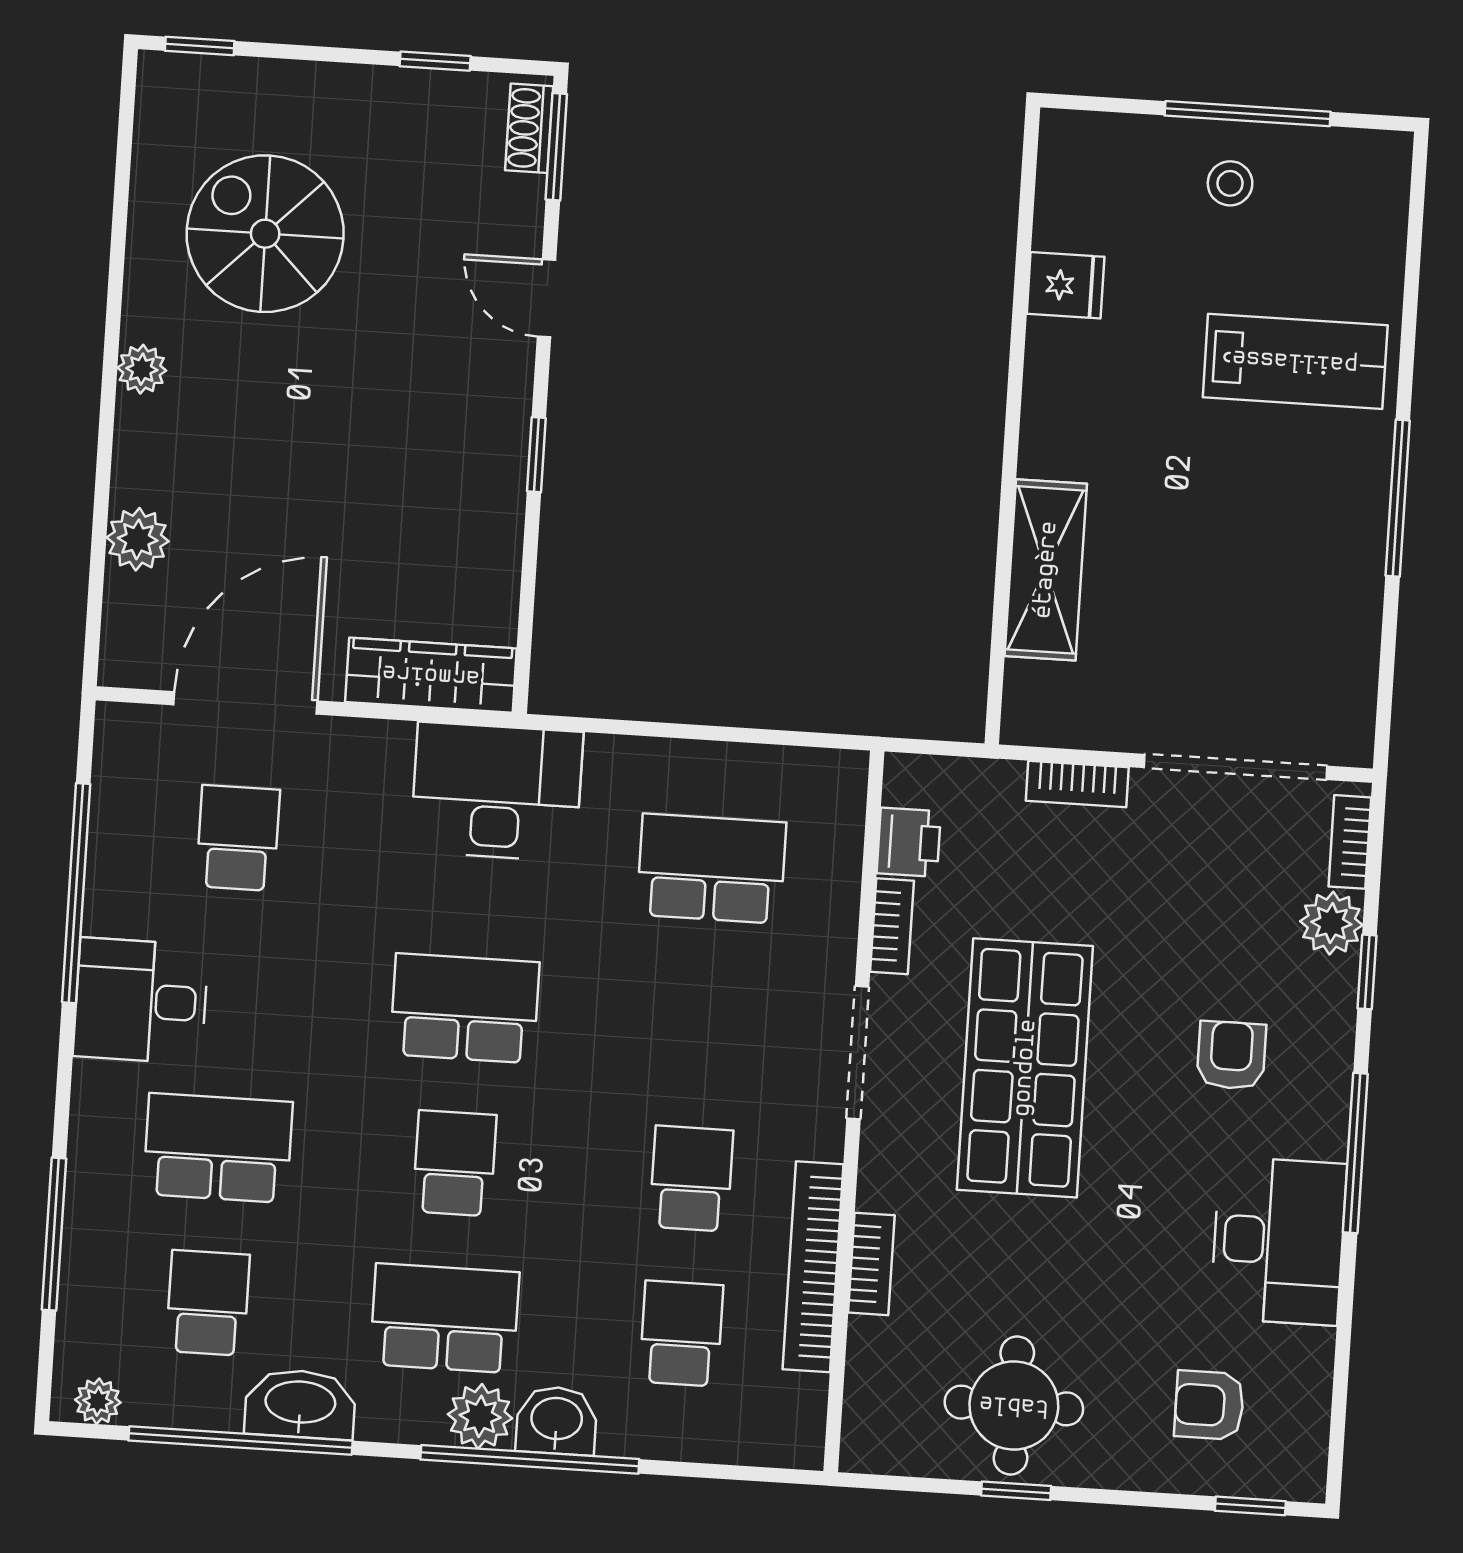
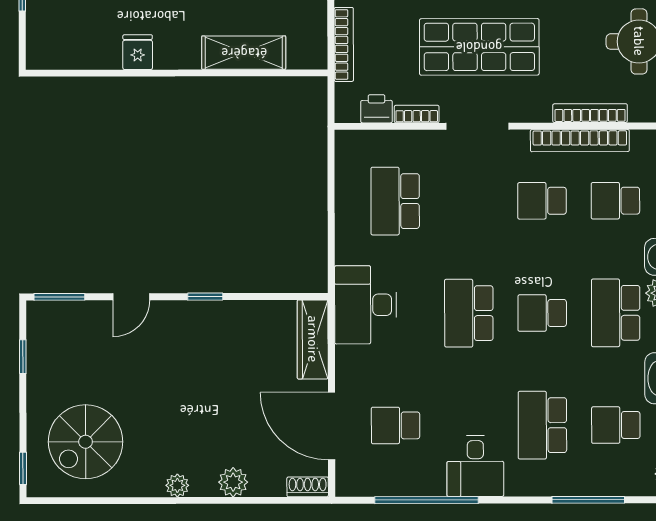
shoe rack: (529, 128) -> (308, 487), moved, turned 180
spiral stairs: (265, 234) -> (86, 442), moved
fridge: (1066, 285) -> (138, 52), moved
plant: (138, 539) -> (233, 482), moved
bookcase: (1077, 784) -> (344, 44), width x1.56
bookcase: (871, 1264) -> (590, 113), width x1.56

